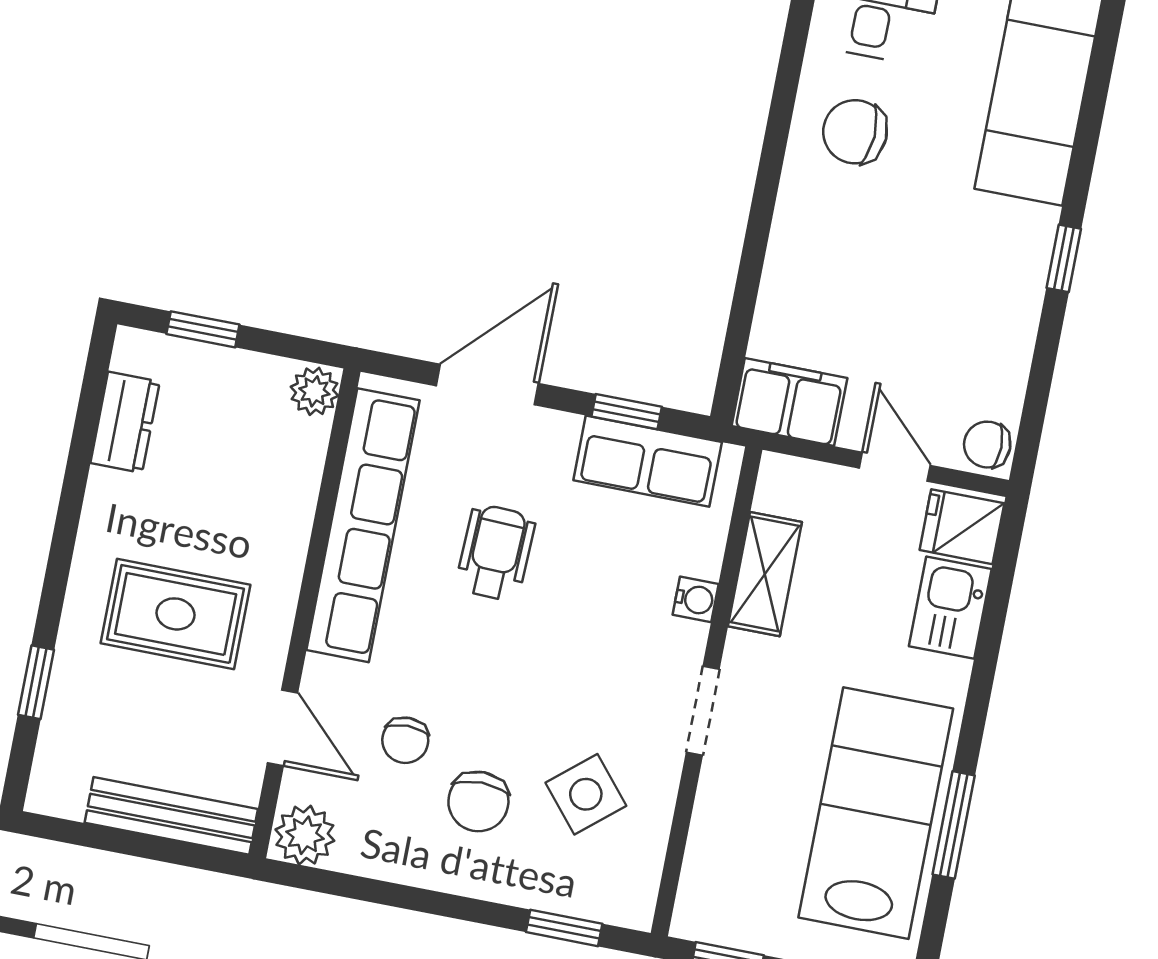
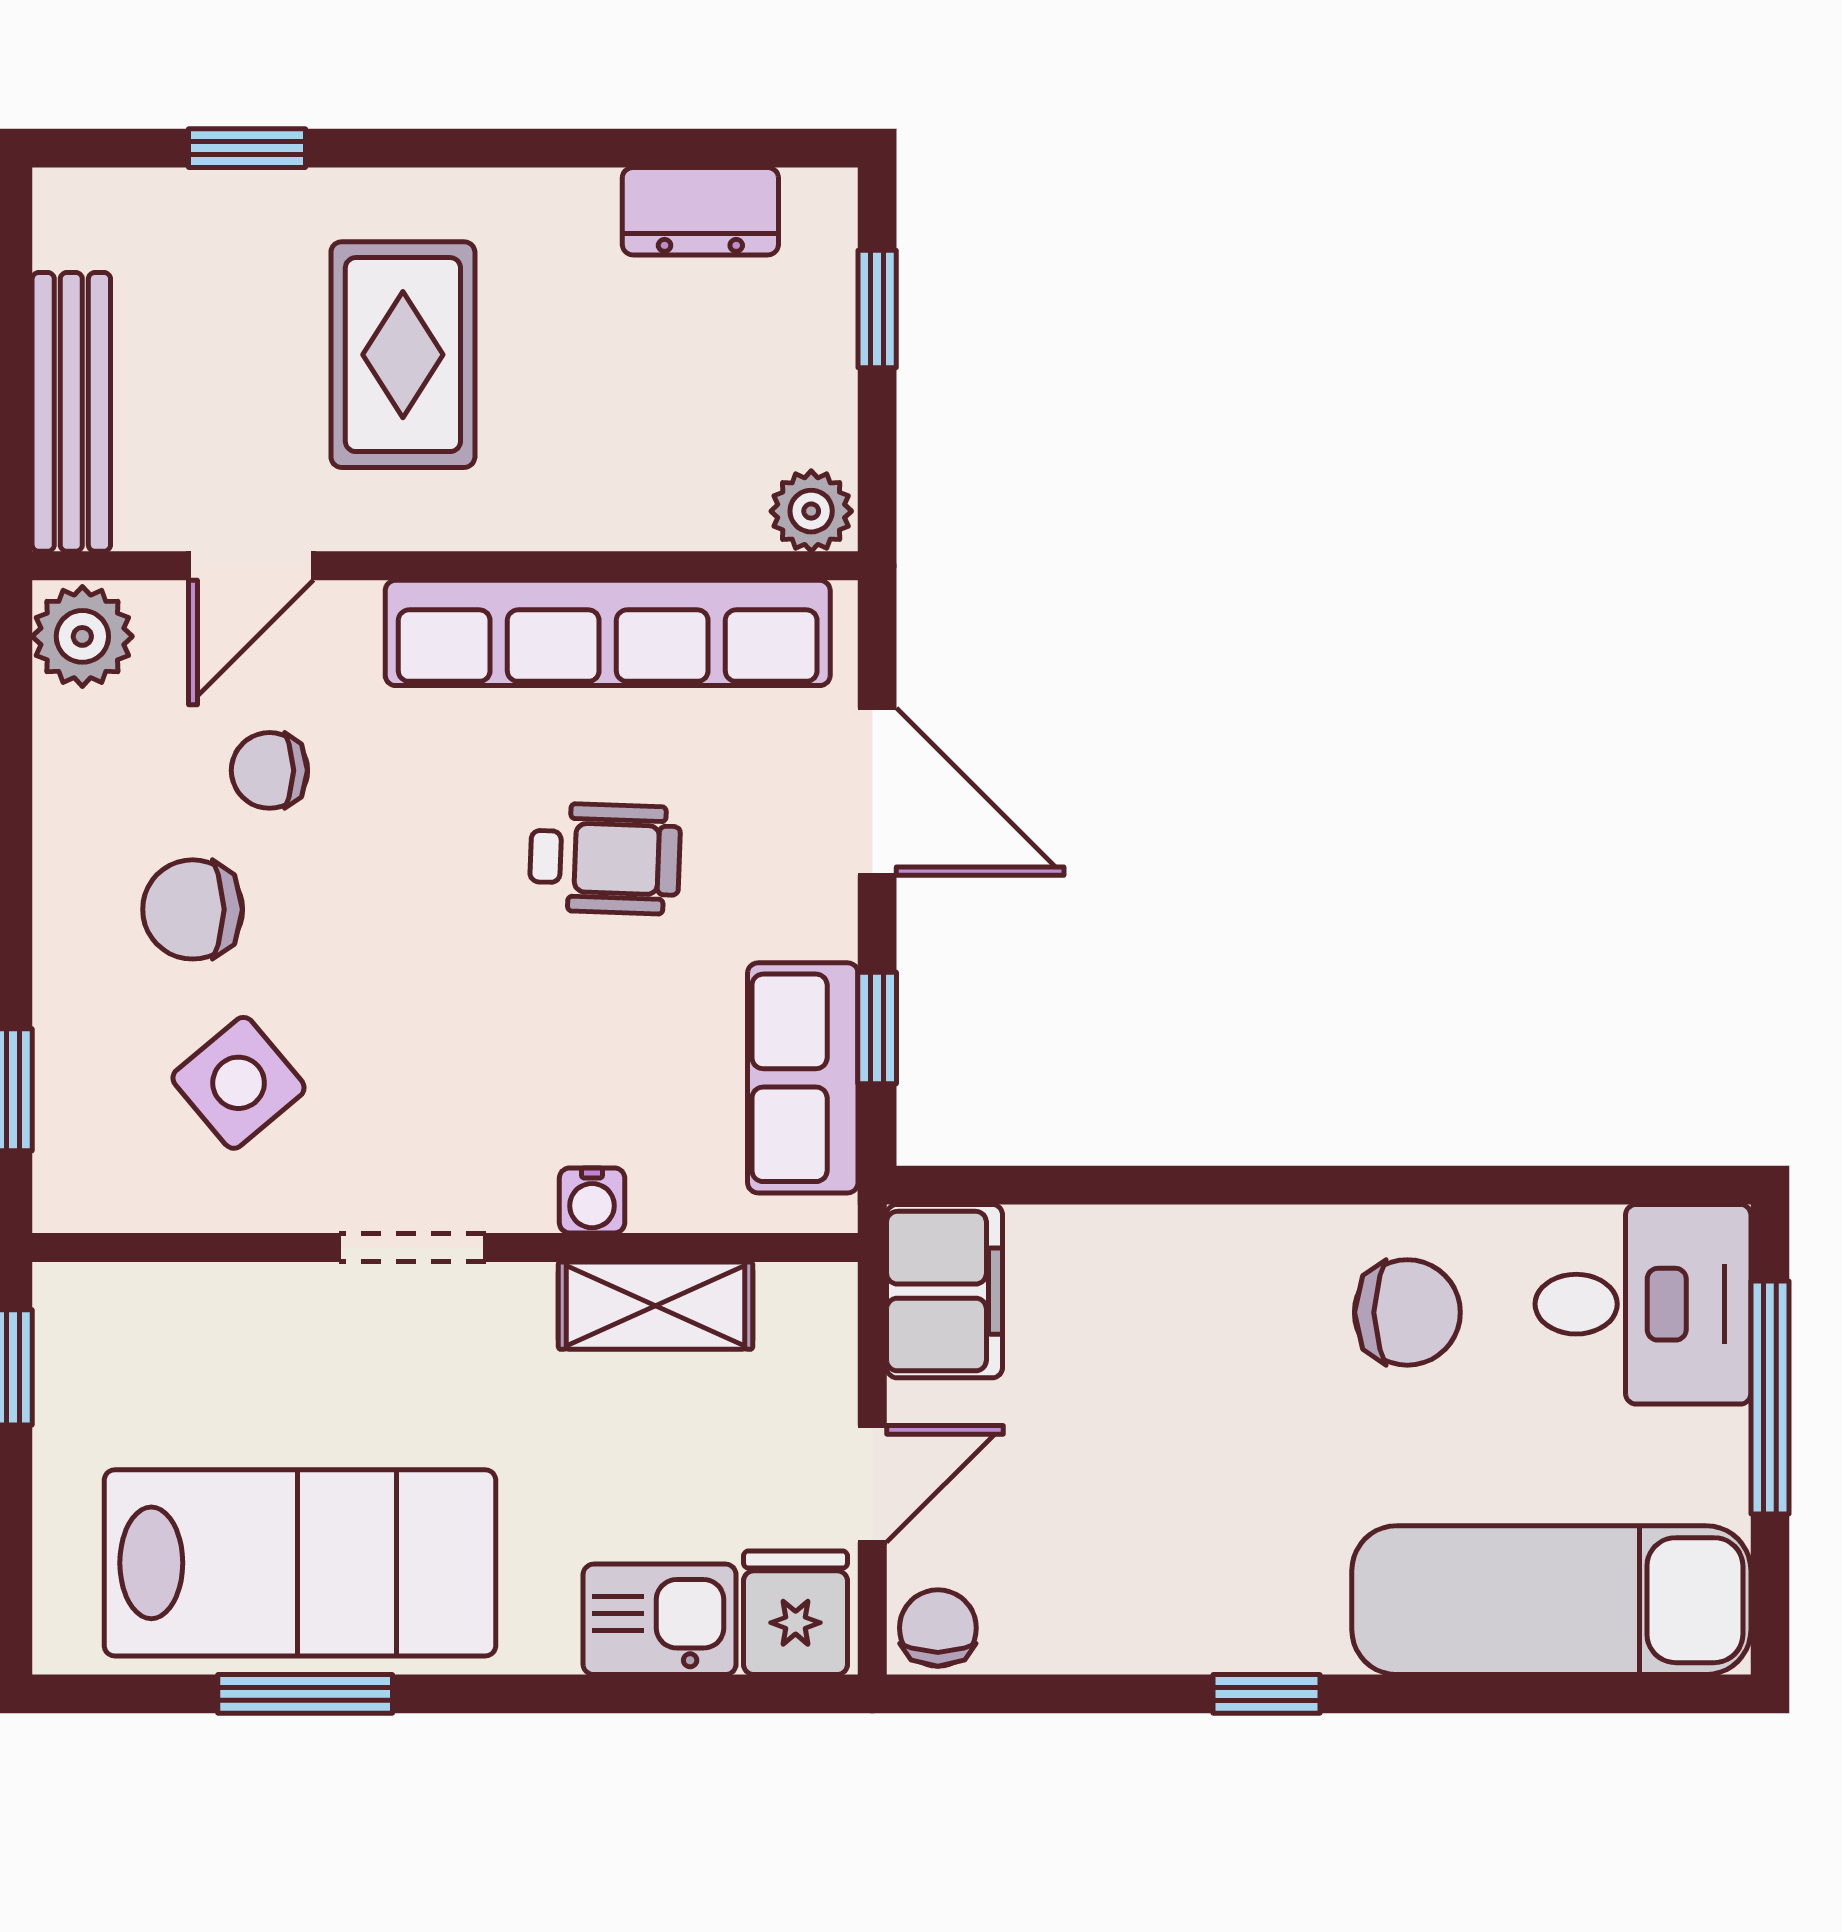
chair: (855, 132) -> (1407, 1312), turned 87

